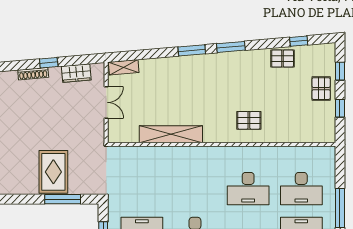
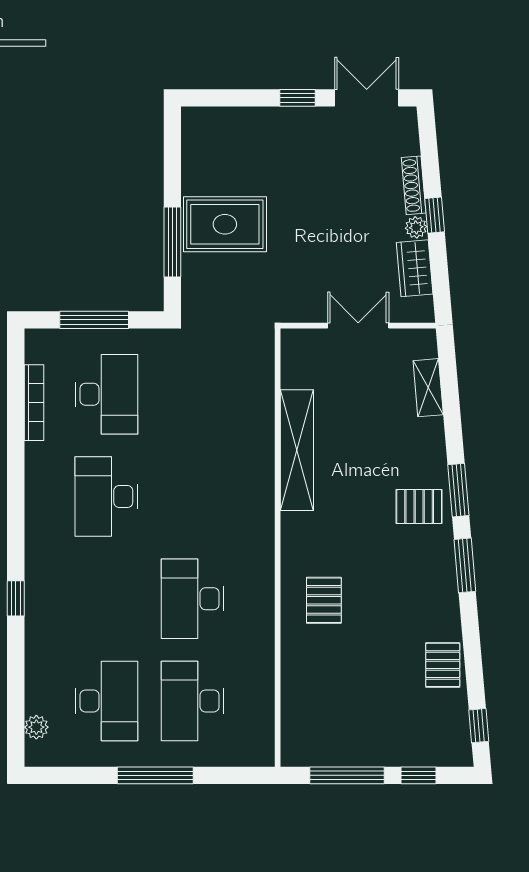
window: (299, 41) -> (479, 726), moved
shelving: (124, 67) -> (428, 388), moved
plant: (55, 72) -> (416, 227), added
pallet: (321, 89) -> (419, 507), moved
double door: (106, 102) -> (358, 326), swing flipped
window: (340, 108) -> (347, 775), width x2.17

